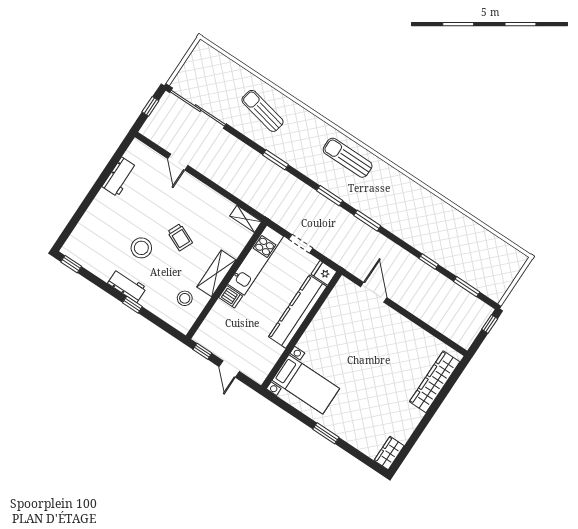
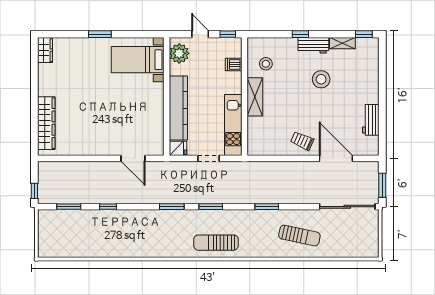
window: (150, 106) -> (382, 185), width x1.50
sun lounger: (348, 158) -> (216, 243), turned 180
door: (178, 162) -> (336, 158), width x1.87
shelving: (246, 219) -> (342, 43), moved
trolley: (180, 237) -> (302, 141), moved
dishwasher: (231, 297) -> (234, 64), moved
plant: (262, 364) -> (179, 53), added

